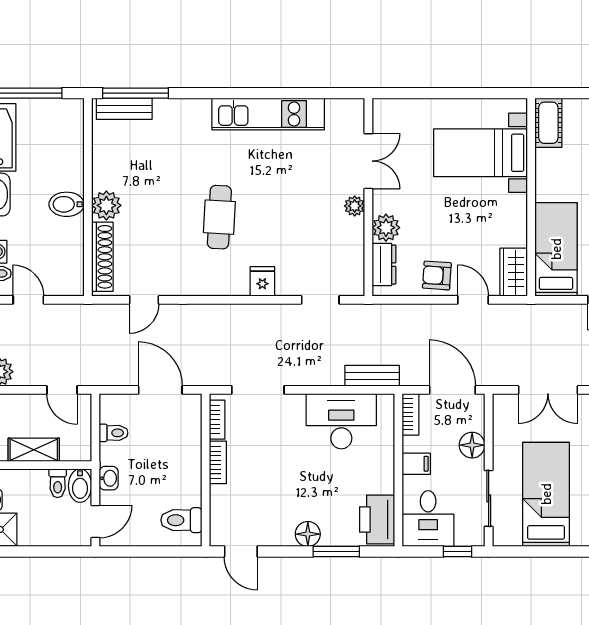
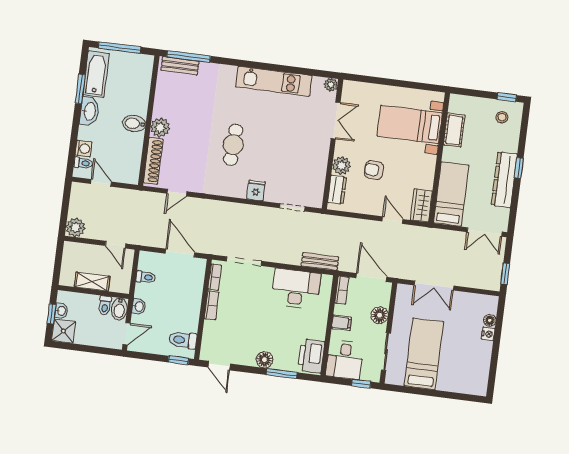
cot: (548, 123) -> (454, 130), moved
plant: (355, 206) -> (331, 85), moved
armchair: (437, 275) -> (374, 170), moved
window: (179, 551) -> (178, 360), added

